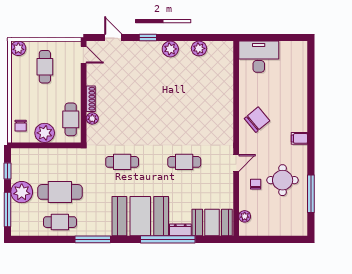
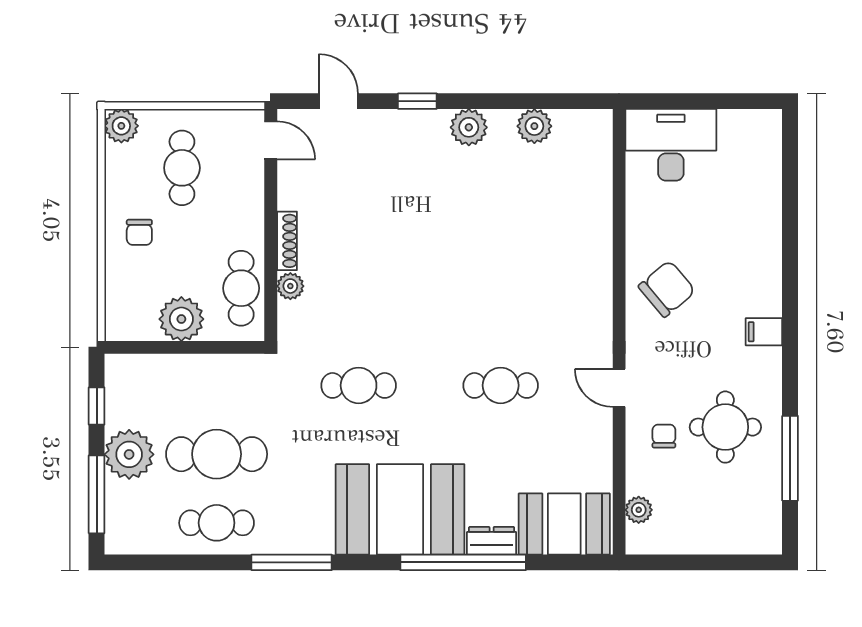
chair: (21, 126) -> (139, 232), moved
door: (236, 163) -> (619, 388), swing flipped

